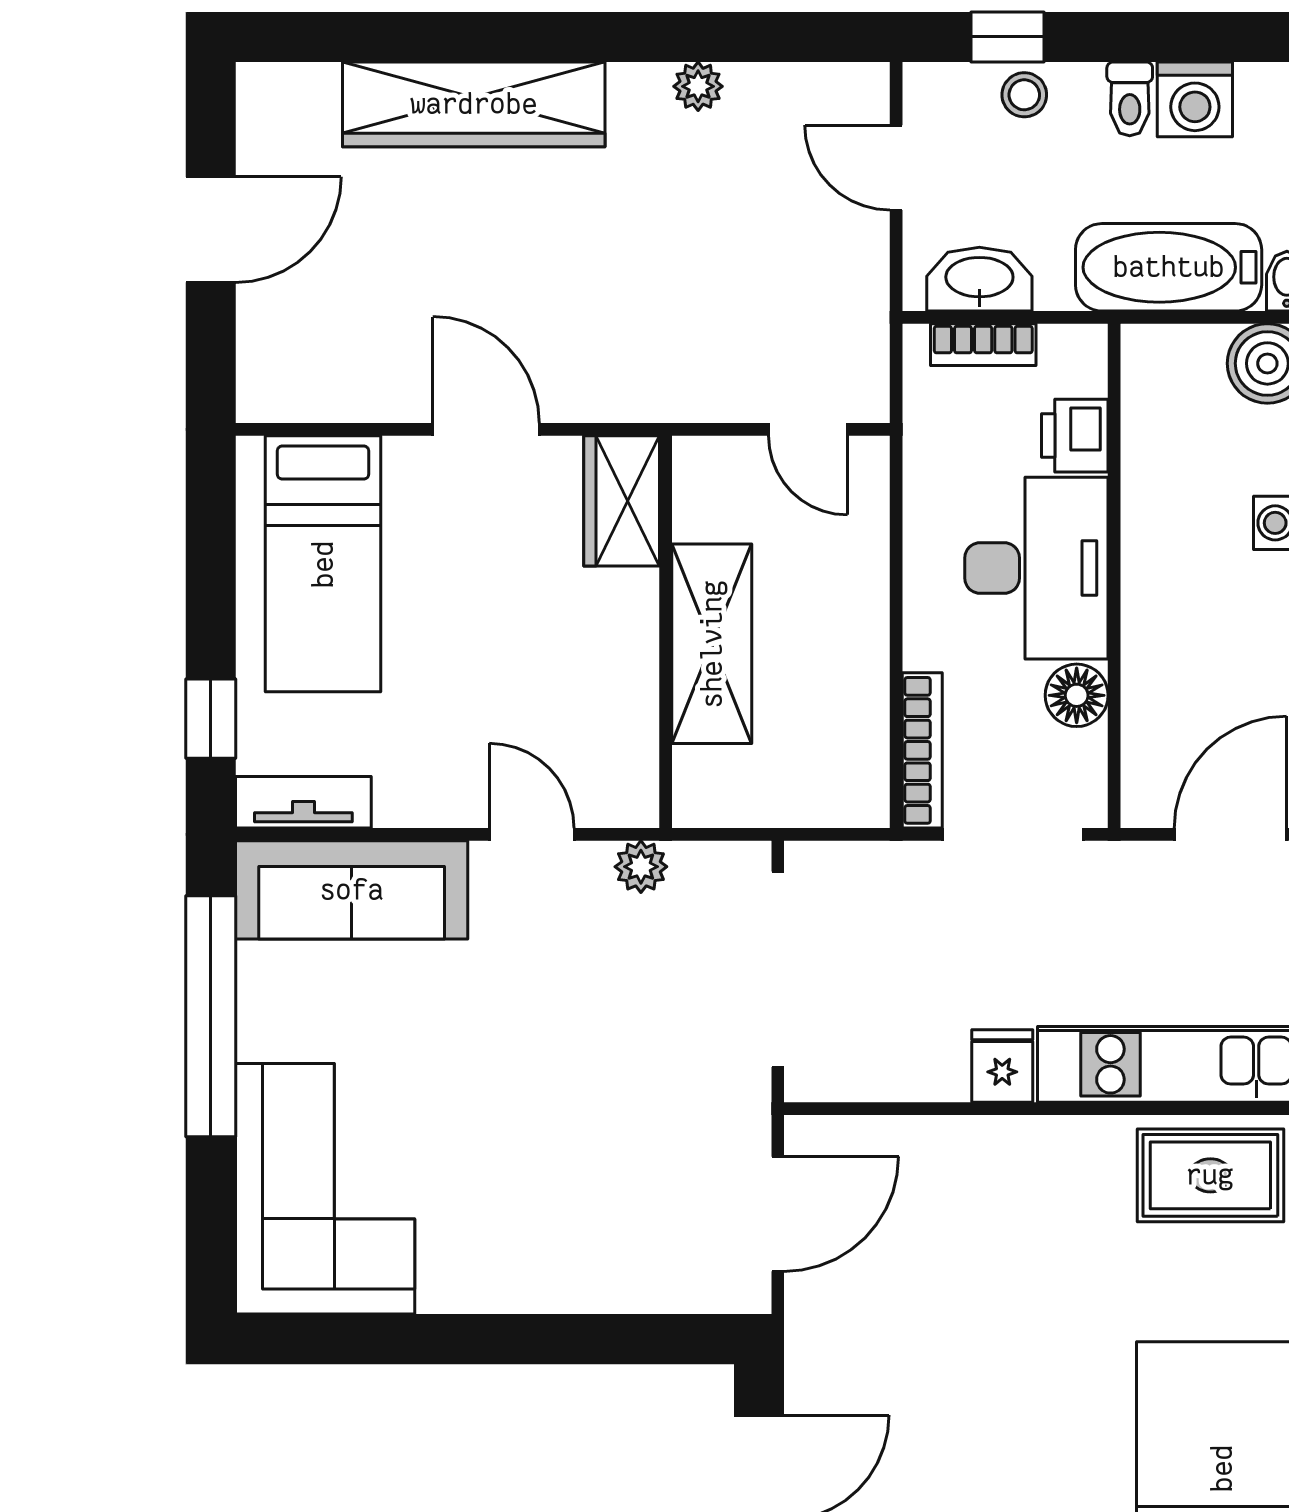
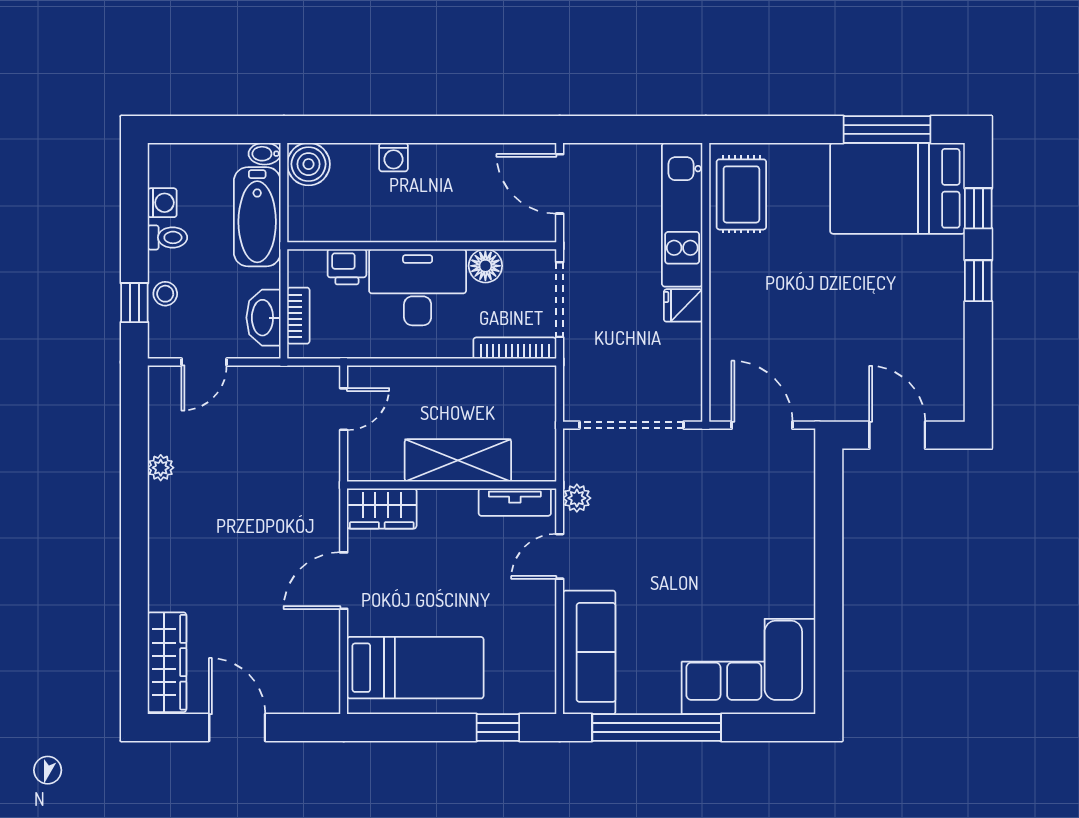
washing machine: (1195, 99) -> (162, 203), width x0.73, depth x0.73
wardrobe: (474, 104) -> (167, 662), moved, width x0.71, depth x0.85
tv unit: (303, 802) -> (515, 502), moved, turned -90

